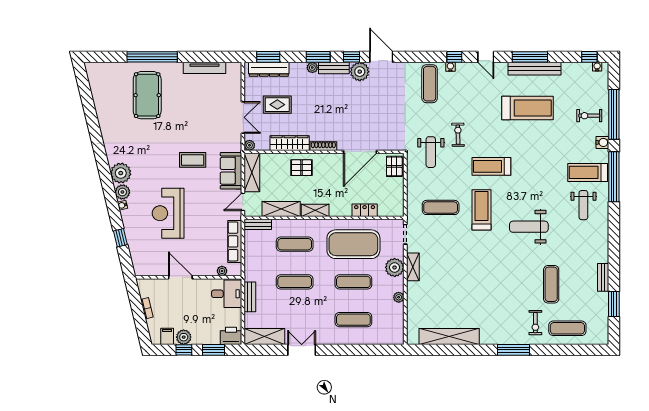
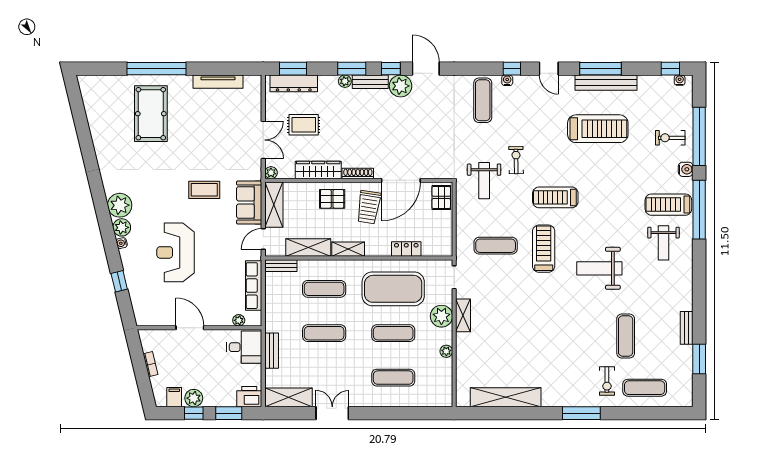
trolley: (333, 175) -> (369, 207), added

